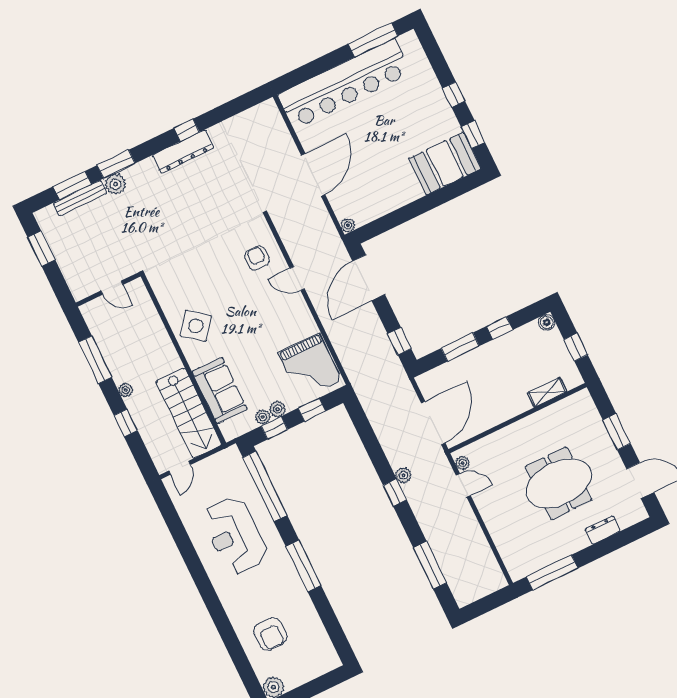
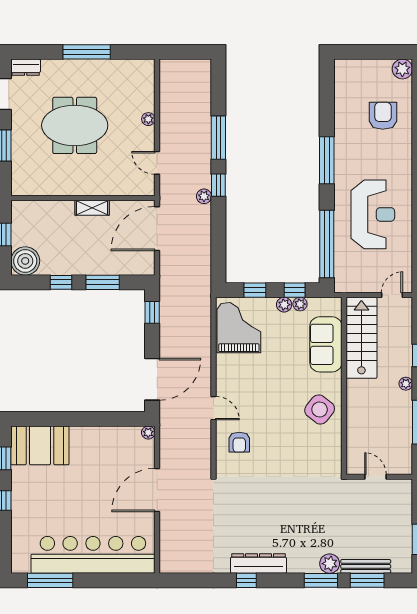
boiler: (547, 322) -> (25, 261), width x1.86, depth x1.86
shelving: (547, 392) -> (92, 208), moved
plant: (463, 463) -> (148, 119), moved
dresser: (603, 530) -> (26, 67), moved
window: (430, 565) -> (218, 138), moved
window: (552, 572) -> (87, 52), moved

